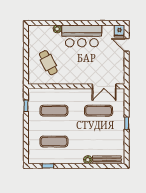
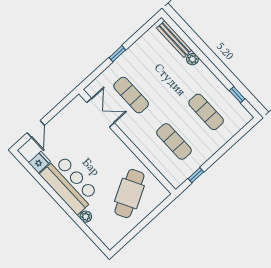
fridge: (120, 31) -> (40, 162), moved
cafe table: (48, 63) -> (129, 194), width x1.37, depth x1.35

